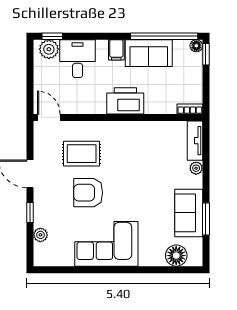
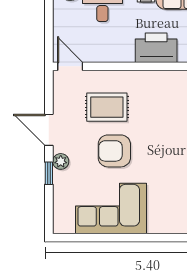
plant: (40, 235) -> (61, 161), moved
corner sofa: (106, 244) -> (111, 209), moved

